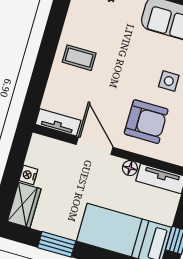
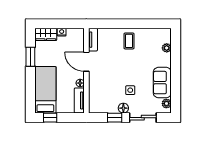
armchair: (146, 122) -> (106, 85), removed
door: (95, 146) -> (86, 62), swing flipped

